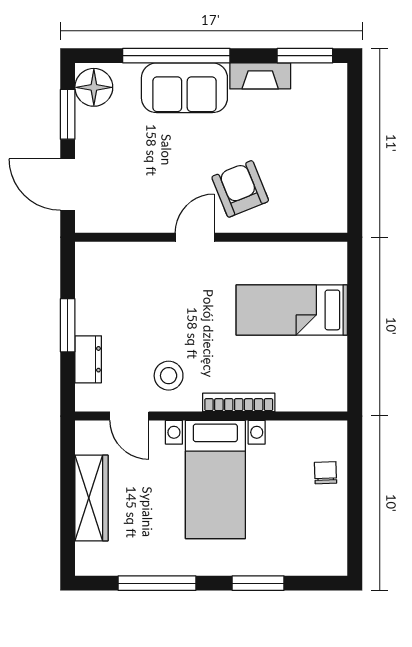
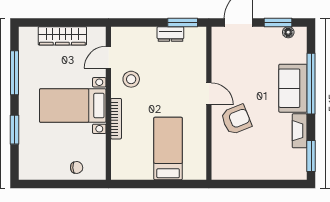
floor lamp: (94, 87) -> (288, 32), width x0.53, depth x0.53
window: (68, 325) -> (183, 22), moved
dresser: (88, 359) -> (170, 34), moved

